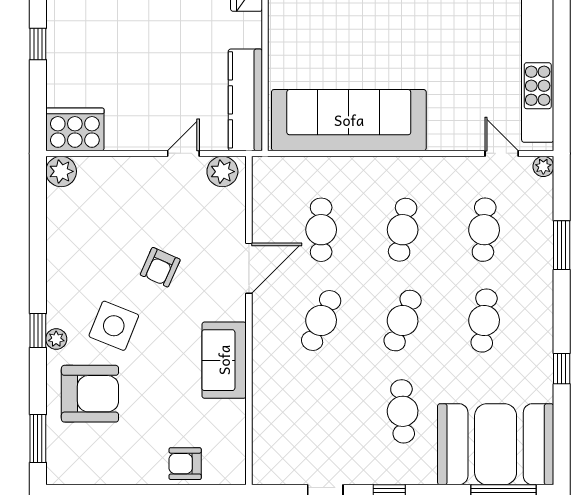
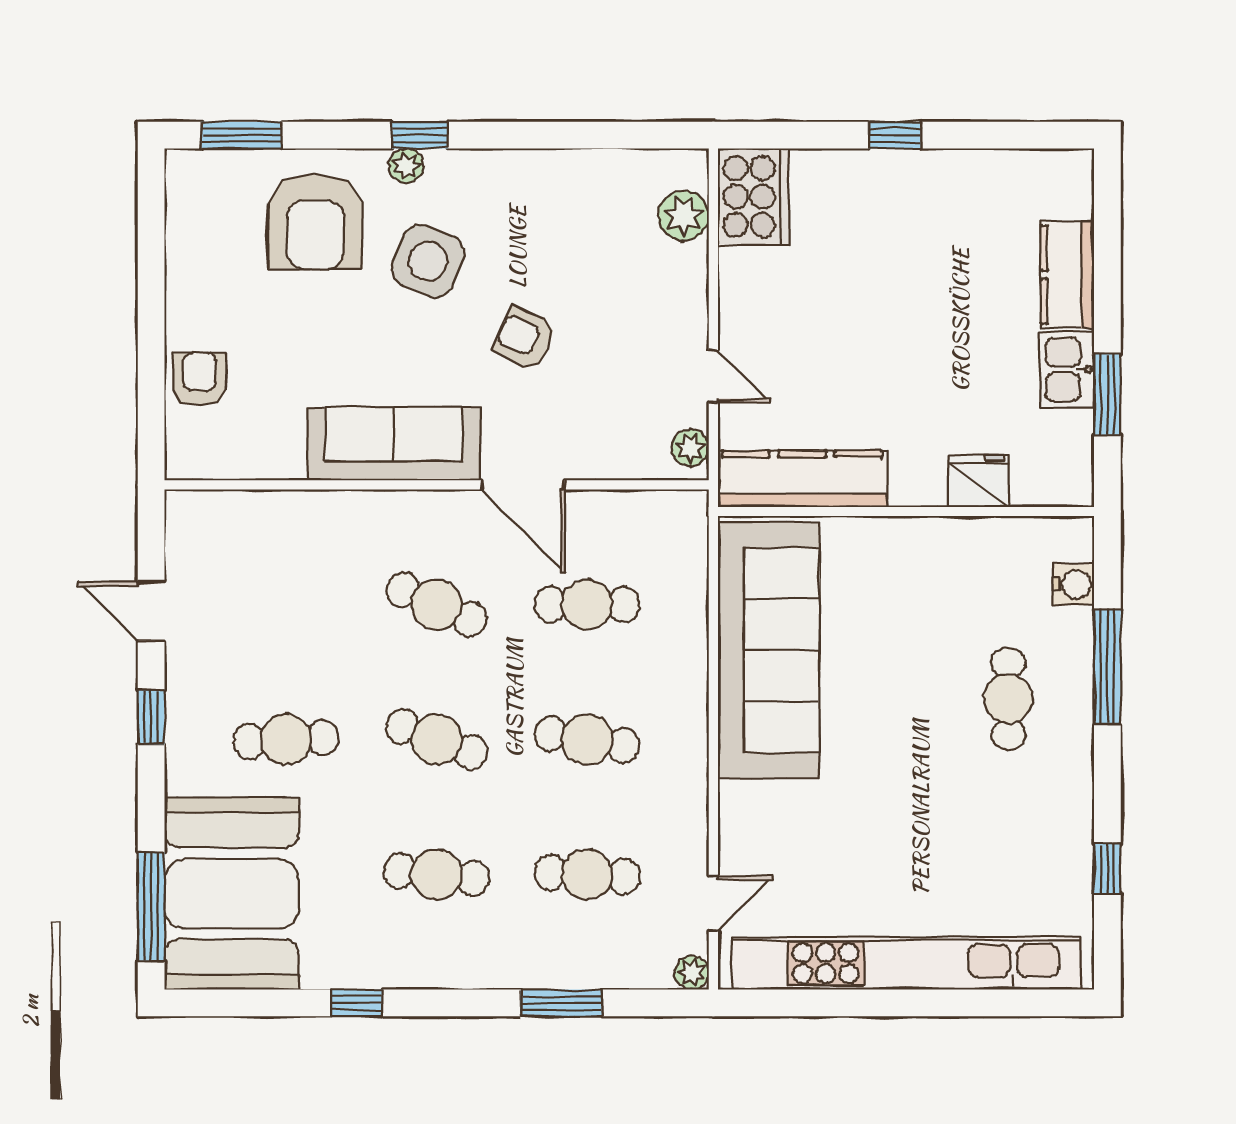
plant: (61, 171) -> (684, 216), moved
plant: (222, 172) -> (690, 448), width x0.73, depth x0.73
sofa: (224, 360) -> (394, 444), width x1.36

